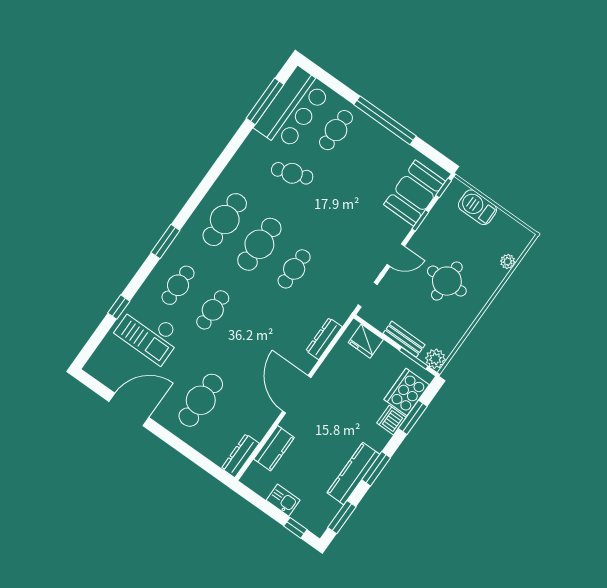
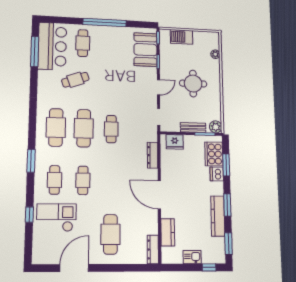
checkout: (149, 333) -> (56, 218), turned 180

